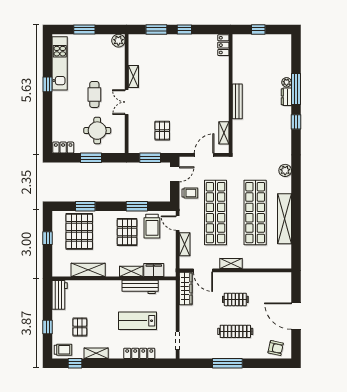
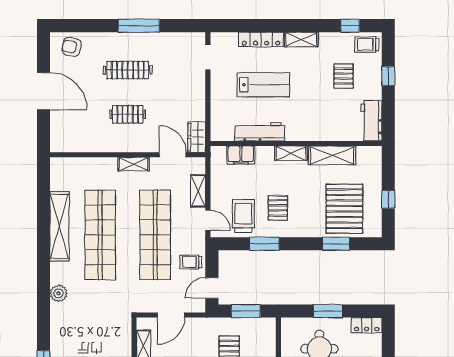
pallet: (127, 232) -> (278, 208), width x0.67, depth x0.71
shelving: (131, 271) -> (291, 153), moved
wardrobe: (186, 288) -> (197, 137), width x0.67
shelving: (96, 353) -> (301, 40), moved

